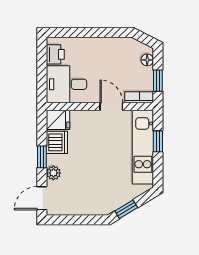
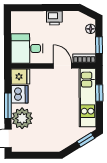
printer: (55, 54) -> (54, 18), moved, turned 90
window: (42, 157) -> (8, 106), width x1.50
plant: (53, 173) -> (22, 118), width x1.88, depth x1.88
window: (126, 209) -> (86, 140), moved

